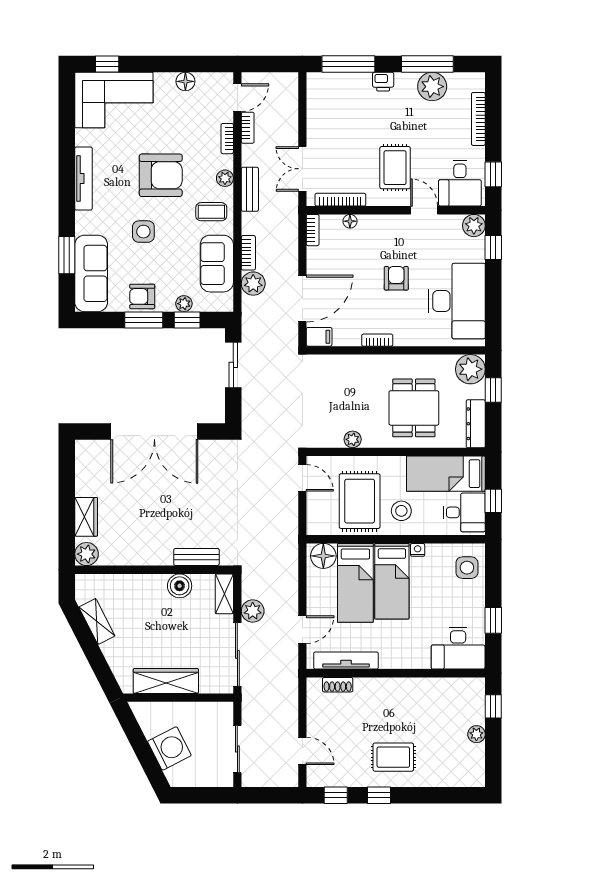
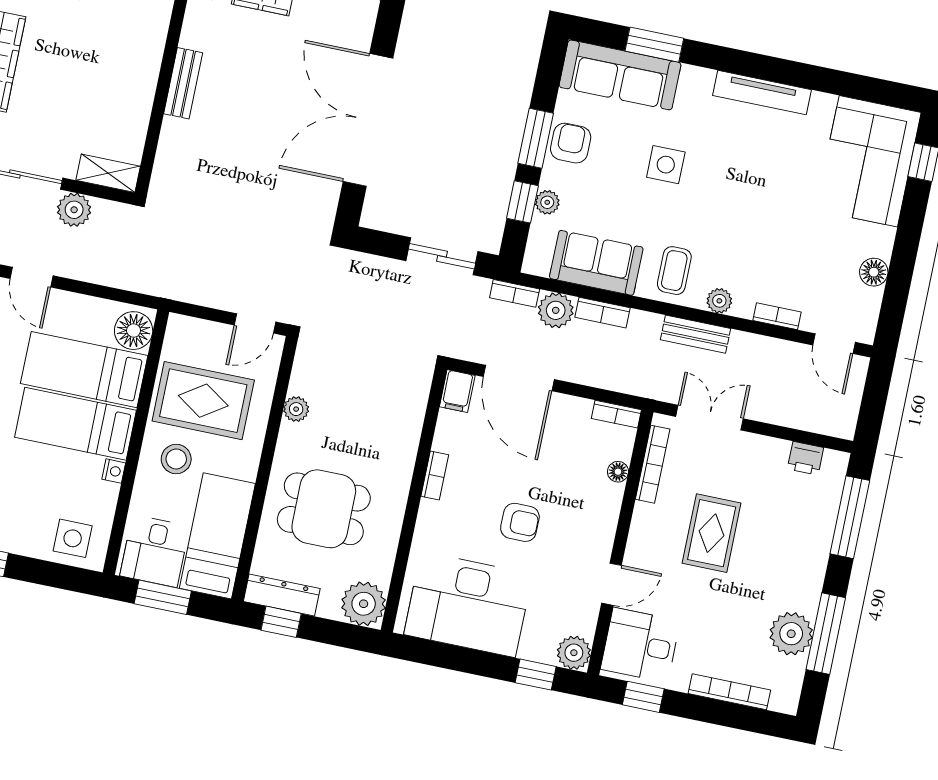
printer: (383, 82) -> (805, 458), moved, turned -90
bookcase: (248, 128) -> (515, 293), moved
rug: (395, 168) -> (712, 533), moved, turned 90
armchair: (161, 175) -> (743, 207), removed
window: (493, 390) -> (281, 622), moved
window: (493, 501) -> (163, 597), width x1.50
bench: (196, 557) -> (183, 83), moved
boiler: (180, 586) -> (133, 110), removed

